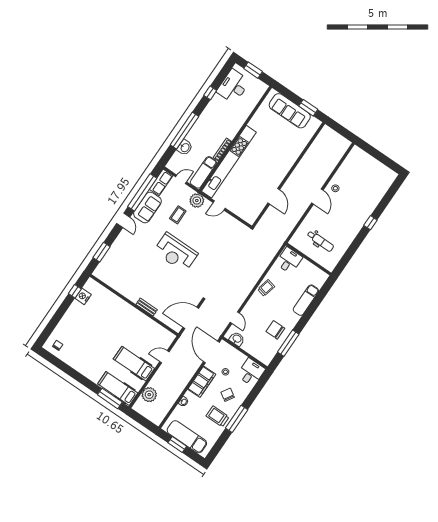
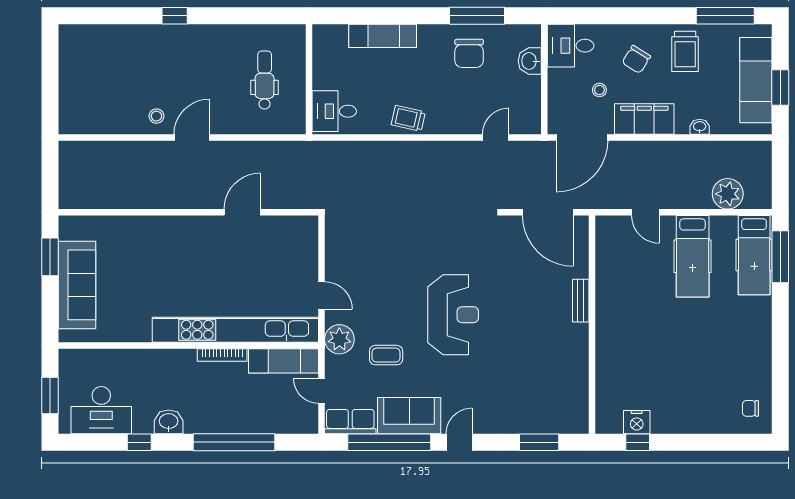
washbasin: (185, 147) -> (169, 422), moved
washbasin: (237, 339) -> (530, 61), moved
window: (237, 419) -> (725, 16), moved

